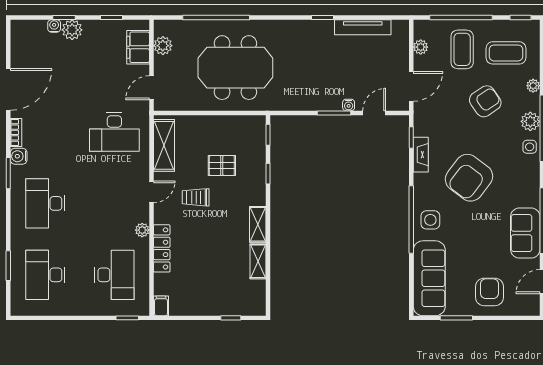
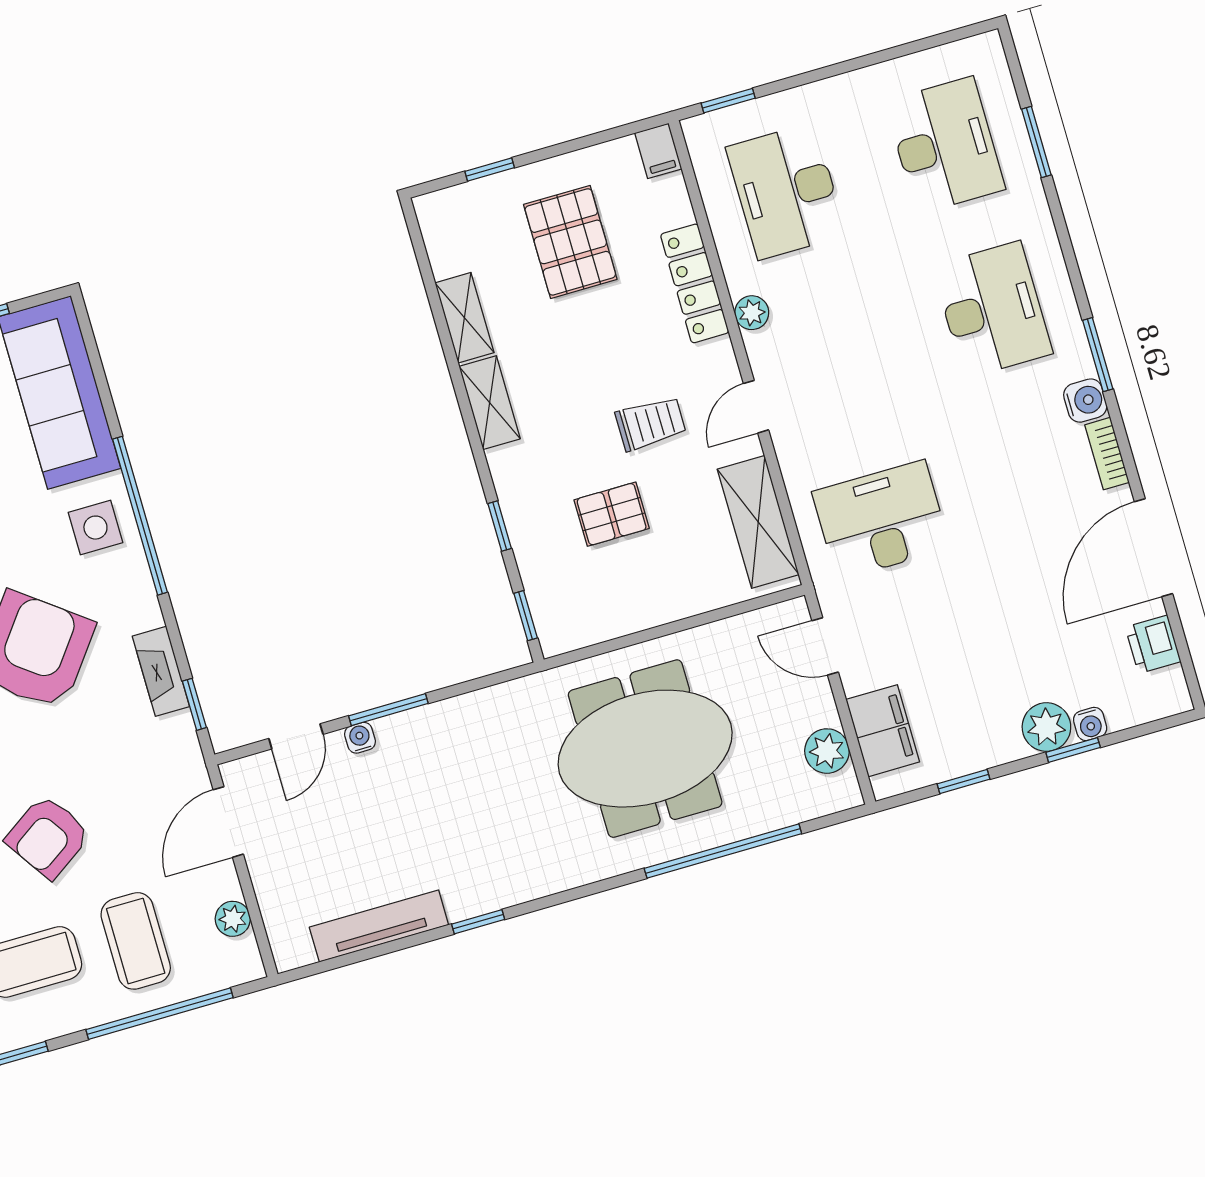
printer: (20, 51) -> (1153, 644), added
door: (151, 88) -> (825, 646), swing flipped
pallet: (207, 279) -> (570, 242), added

